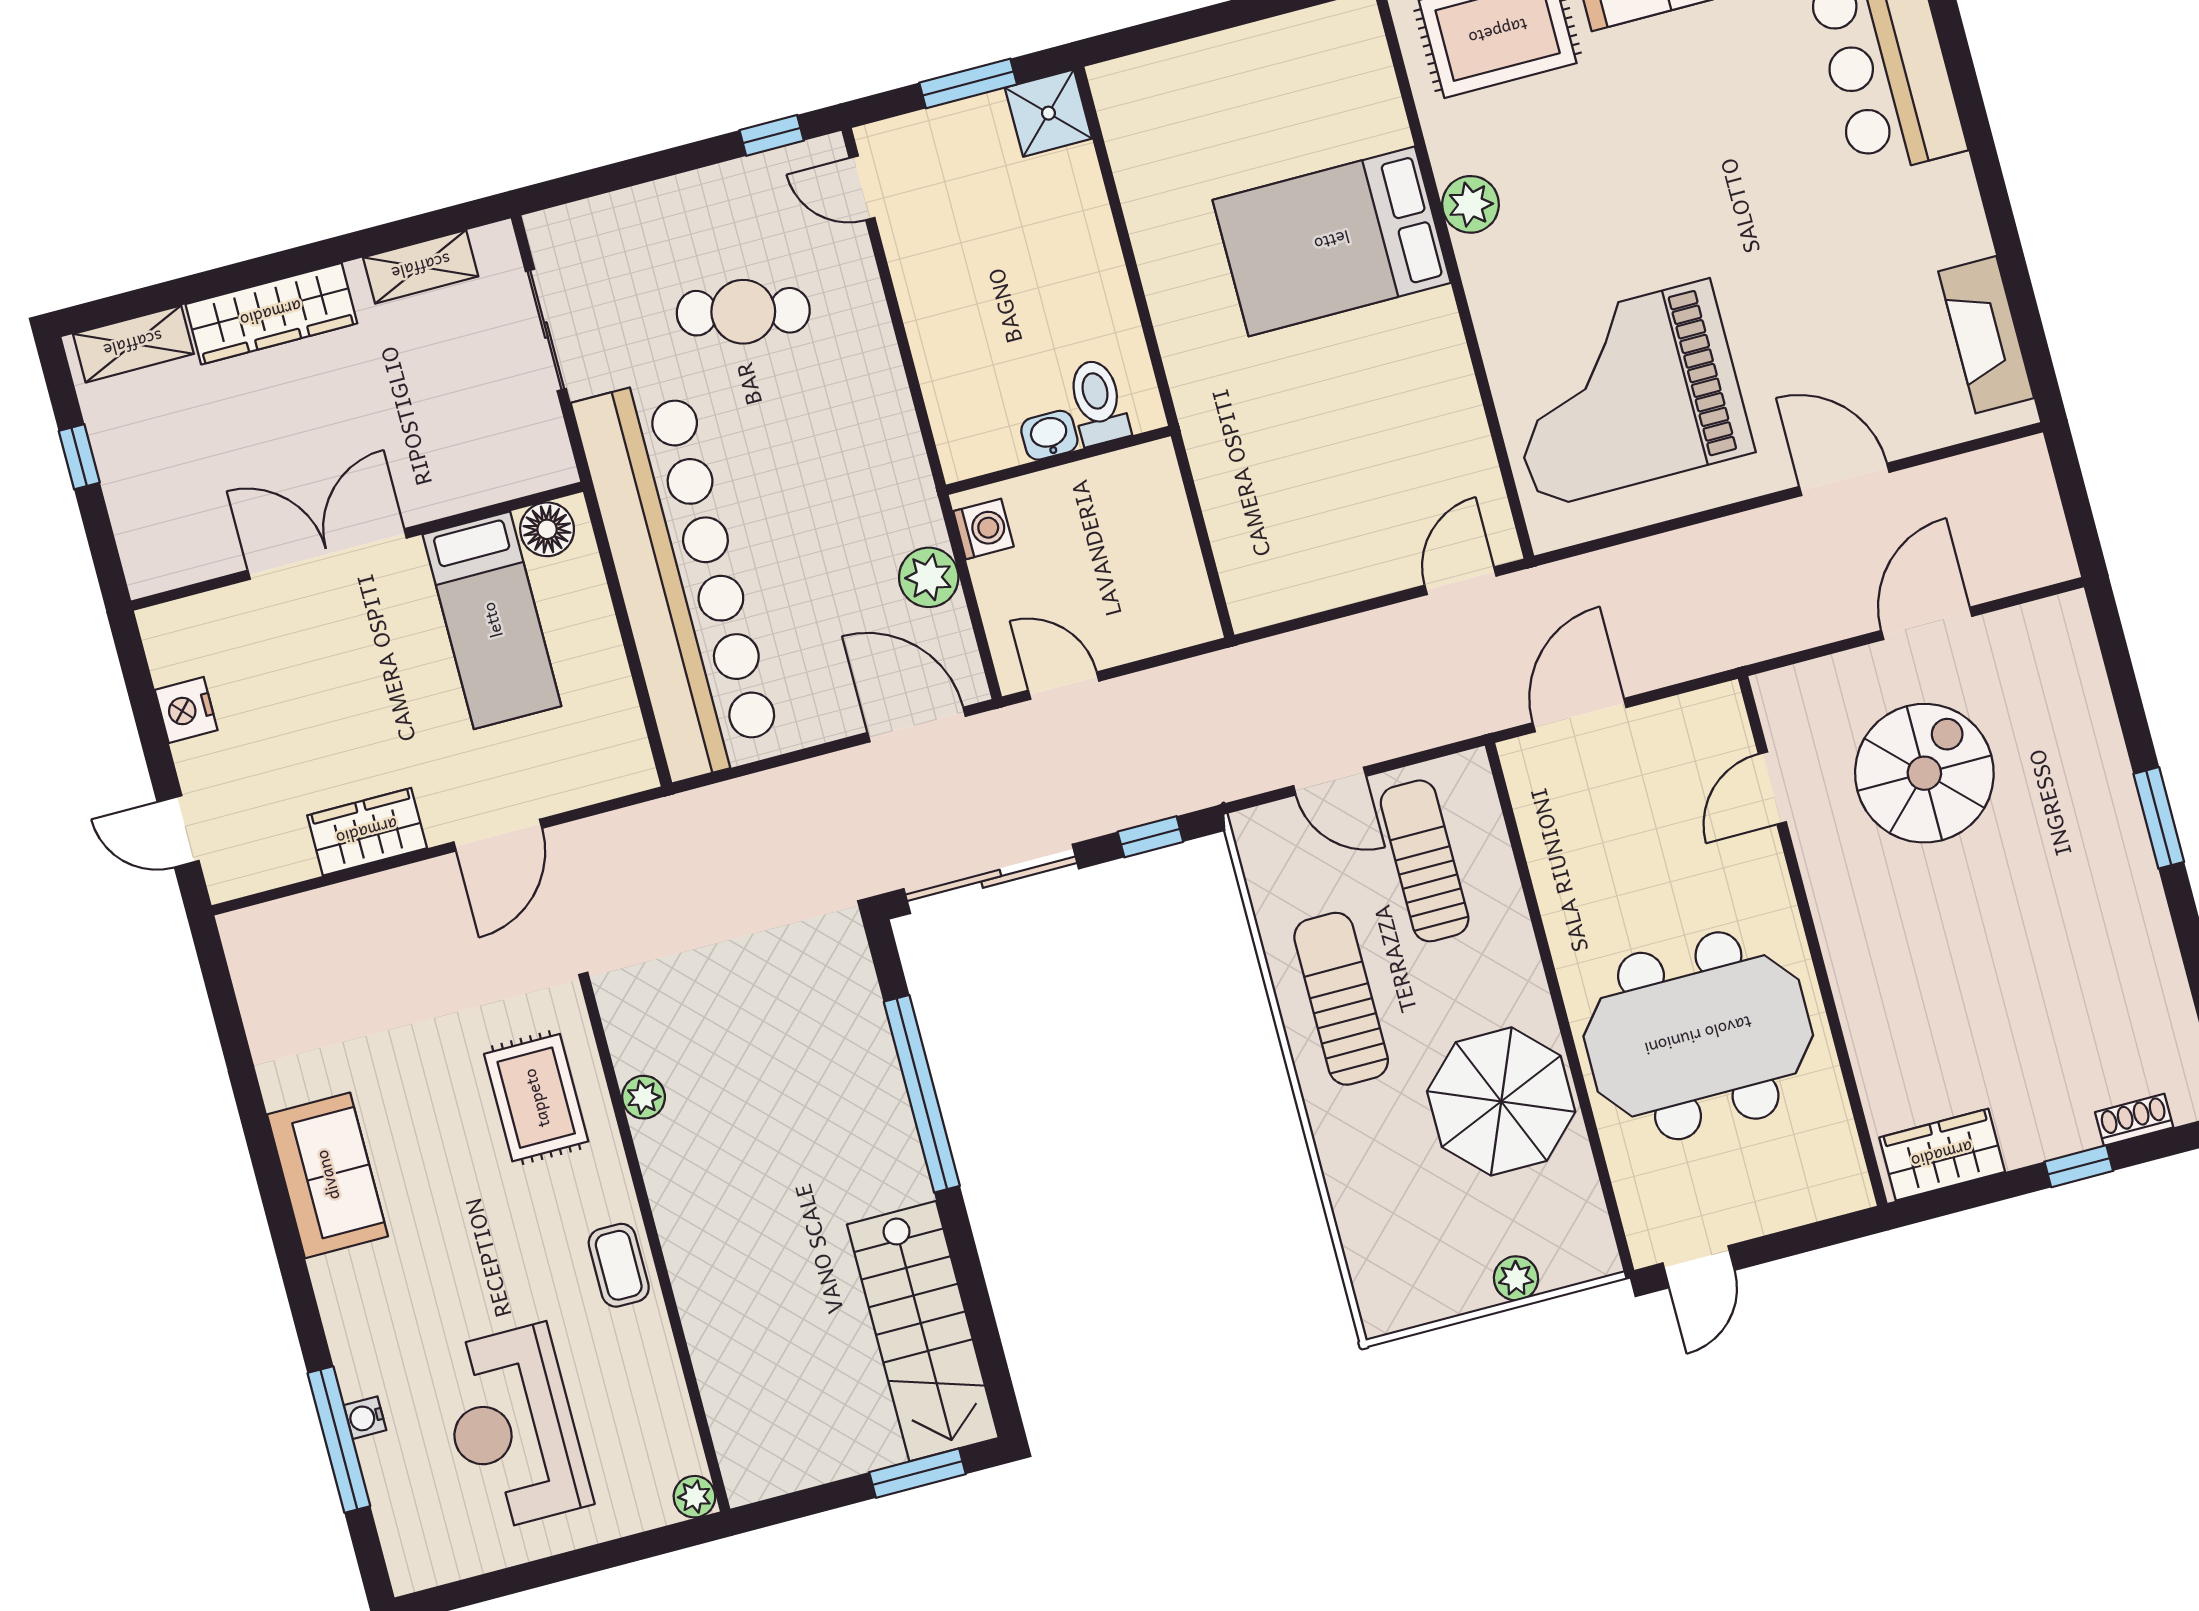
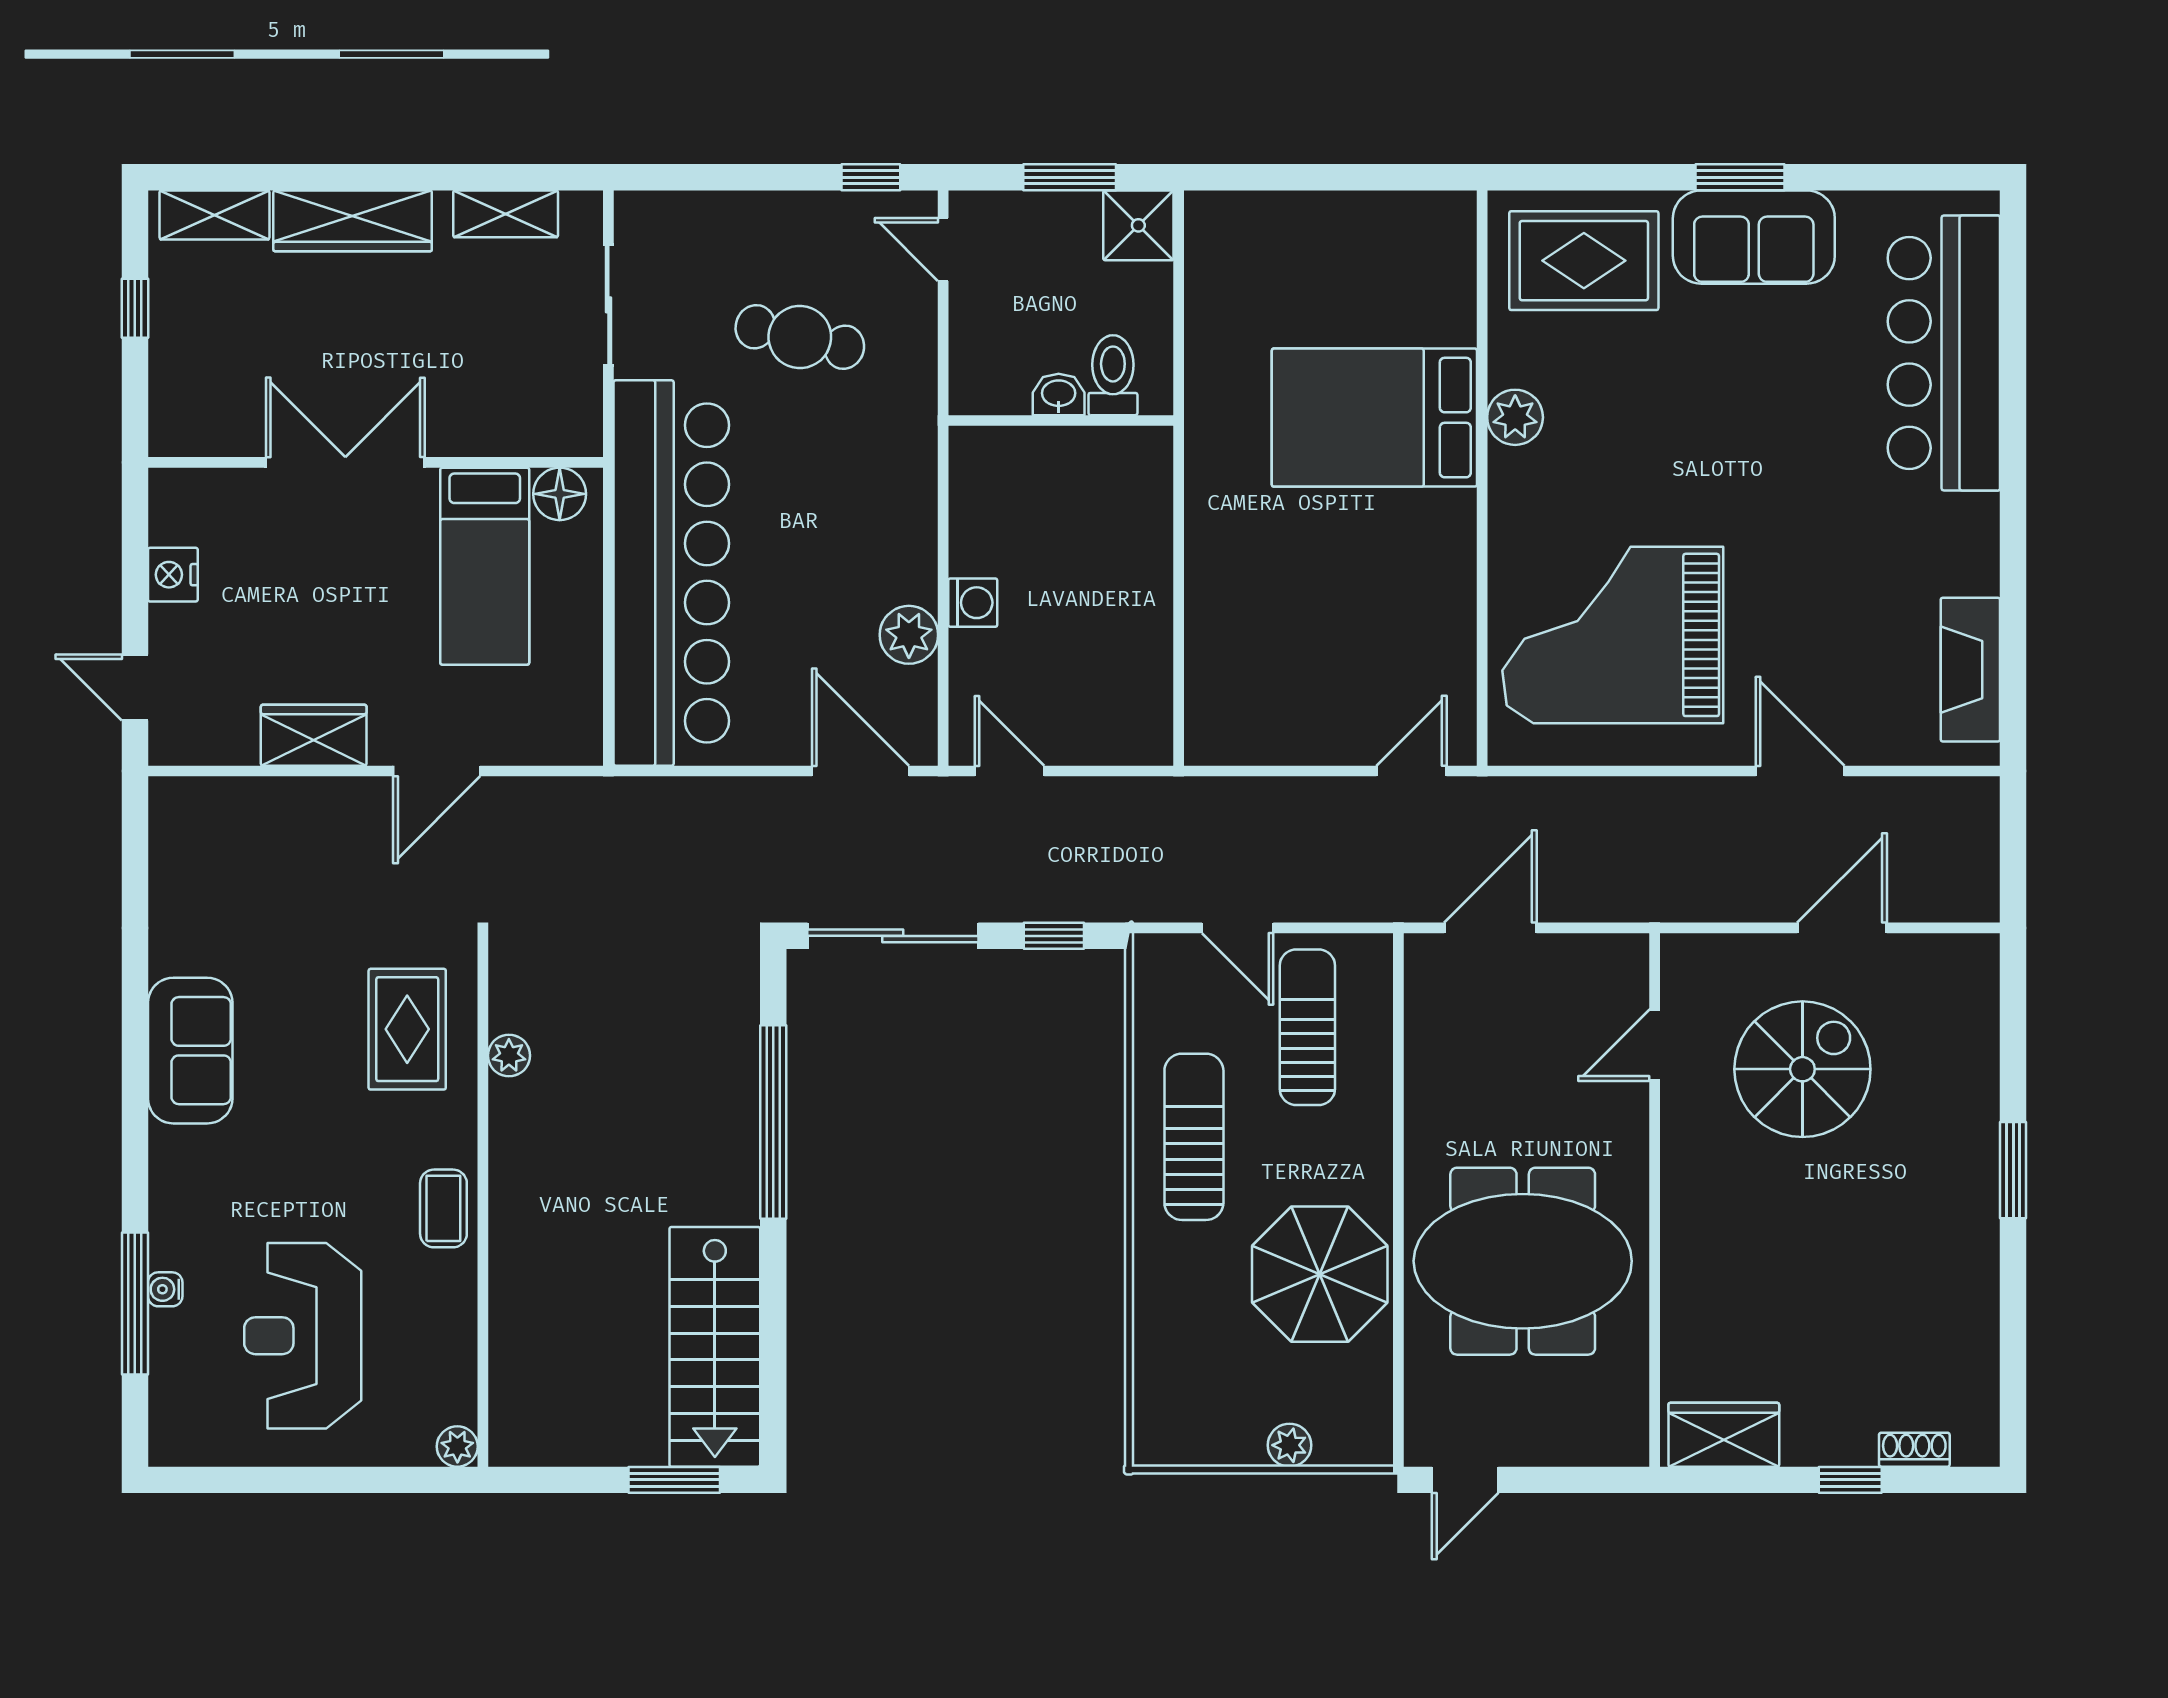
toilet: (1098, 402) -> (1113, 375), moved
washbasin: (1049, 435) -> (1059, 394), moved
wall: (1058, 460) -> (1061, 420), moved

